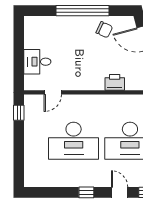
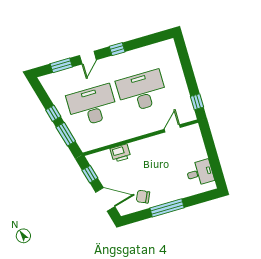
window: (83, 11) -> (167, 208), width x0.68
desk: (37, 62) -> (200, 173), moved
door: (120, 192) -> (88, 58), hinge flipped

